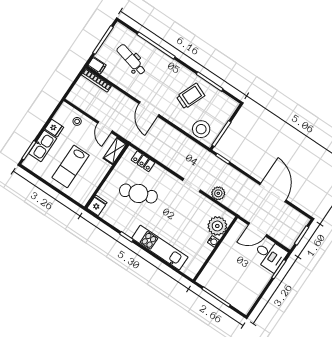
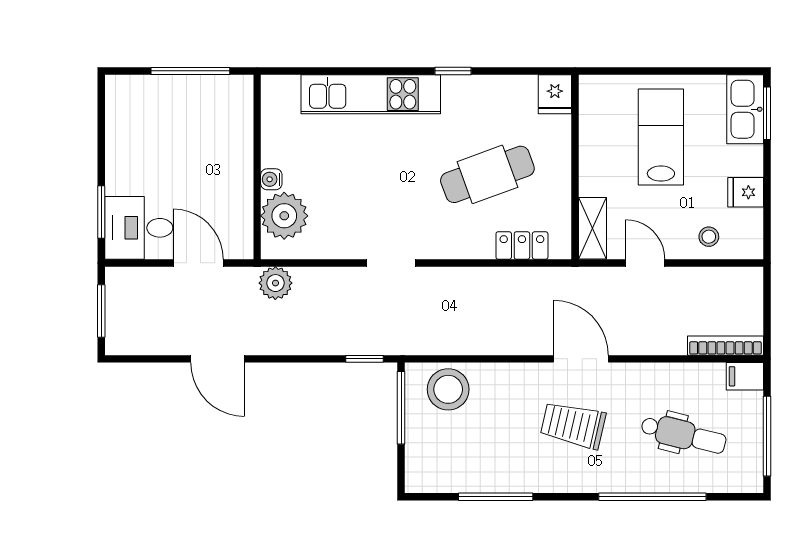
trolley: (190, 96) -> (573, 425), moved, turned 81
kitchen sink: (43, 146) -> (745, 109), moved
door: (273, 192) -> (218, 359), width x0.73
plant: (218, 193) -> (275, 283), moved
door: (257, 230) -> (198, 263), hinge flipped

